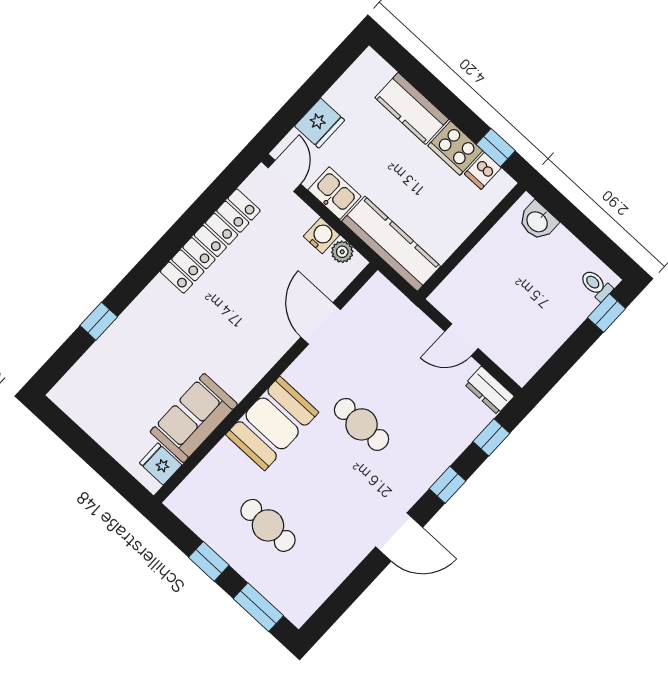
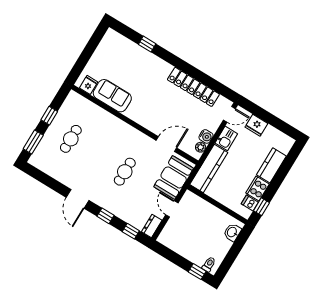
booth: (272, 423) -> (174, 177), moved, turned 90

